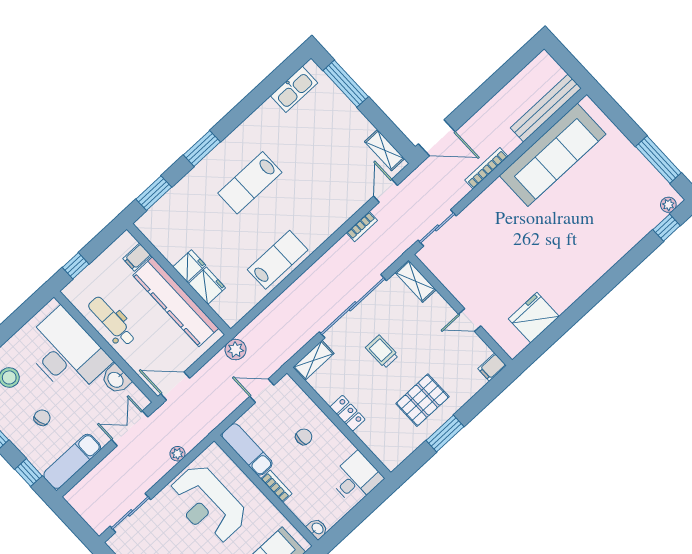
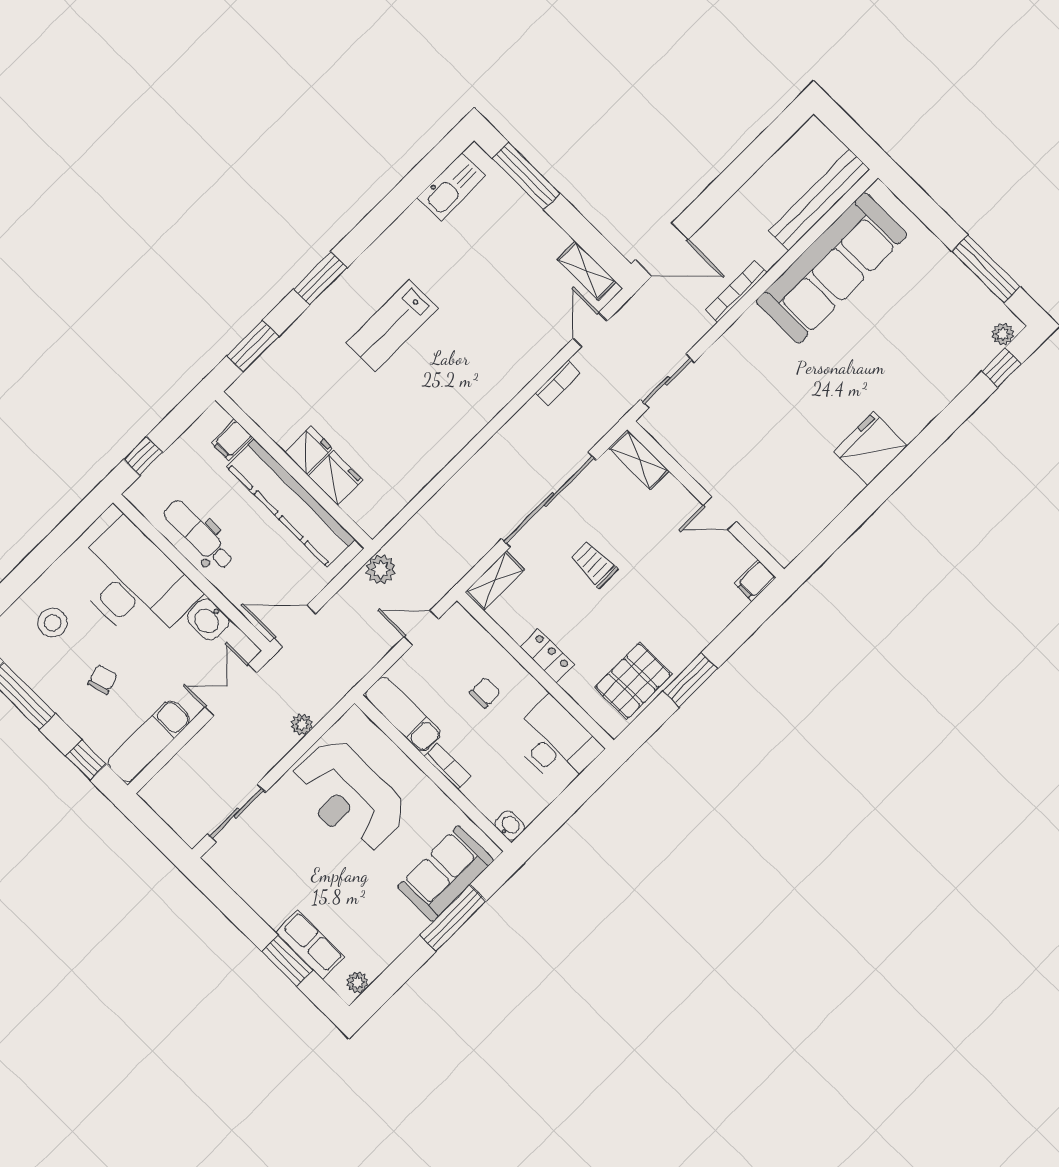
lab bench: (278, 260) -> (437, 436), removed
fridge: (534, 318) -> (871, 449), moved
pallet: (422, 400) -> (633, 681), moved
desk: (356, 478) -> (556, 743), width x1.37

